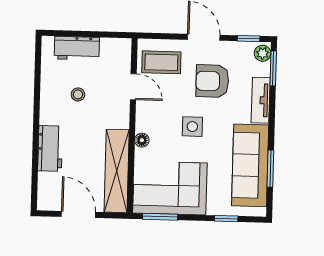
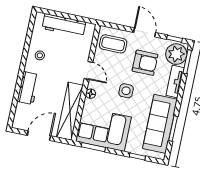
workbench: (77, 48) -> (64, 25), width x1.37
plant: (263, 53) -> (176, 54), width x1.87, depth x1.87
armchair: (212, 81) -> (145, 63), turned 180
door: (133, 87) -> (88, 70), moved
stool: (78, 94) -> (40, 55), moved
door: (78, 214) -> (39, 136), hinge flipped

